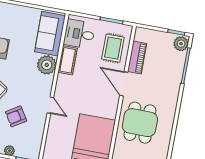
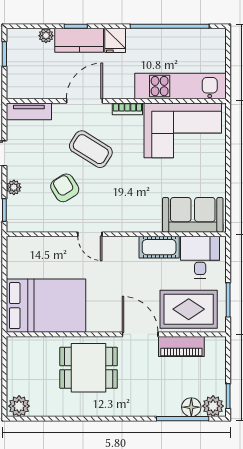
rug: (113, 48) -> (189, 309), width x1.36, depth x1.43
floor lamp: (179, 58) -> (191, 407), added
plant: (47, 65) -> (147, 218), removed
door: (124, 84) -> (140, 334), hinge flipped
door: (50, 105) -> (90, 234), hinge flipped

